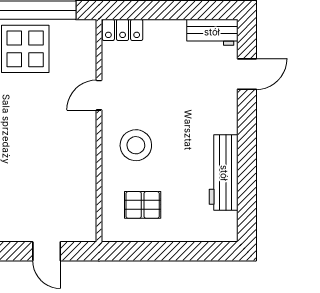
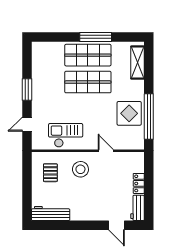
locker: (123, 30) -> (139, 183), moved
workbench: (224, 173) -> (51, 214), moved
checkout: (69, 175) -> (66, 135), added

